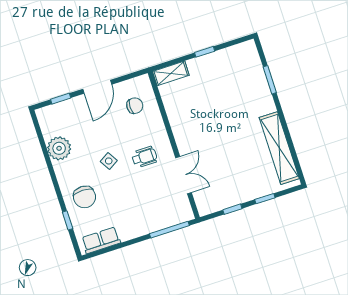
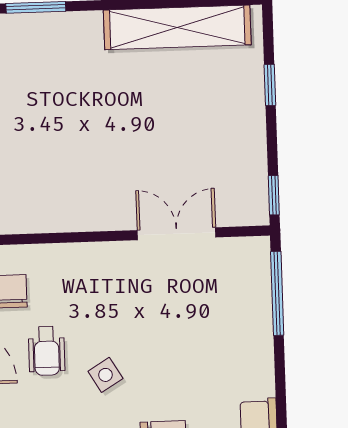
wheelchair: (144, 157) -> (47, 351), moved, turned 180
window: (232, 209) -> (274, 195), moved

